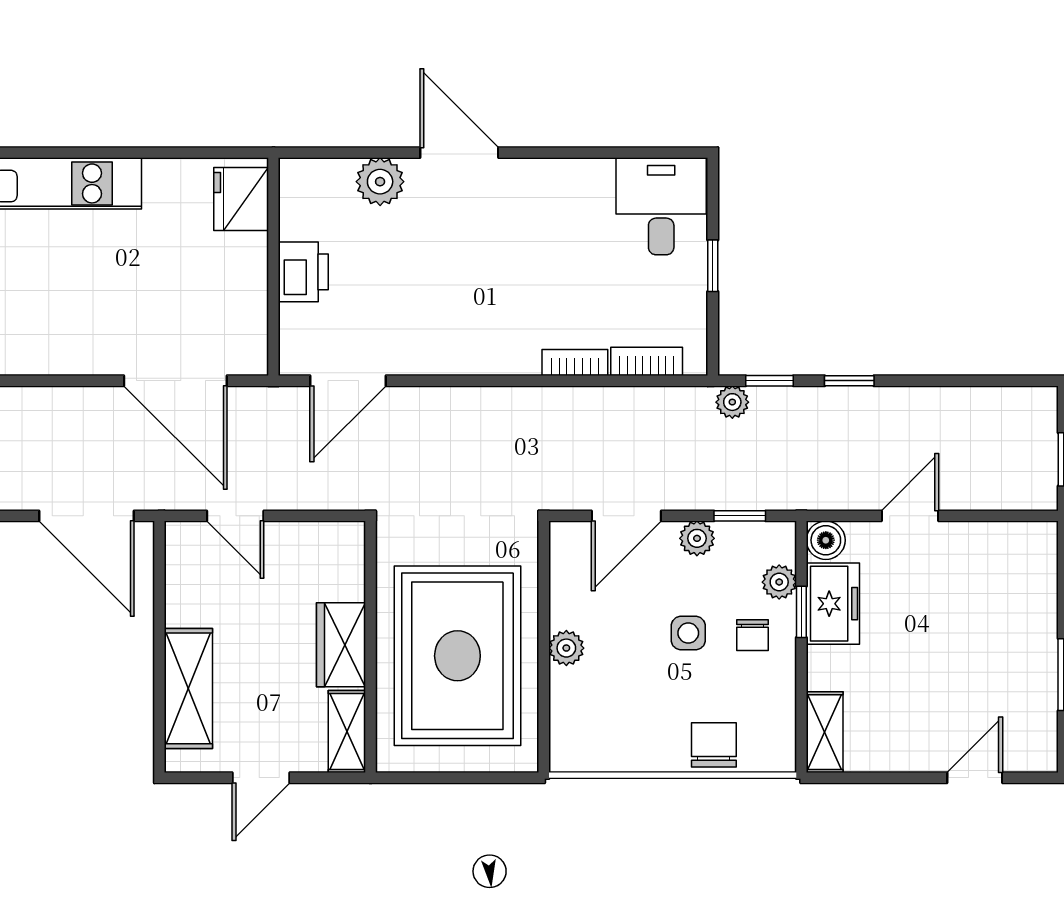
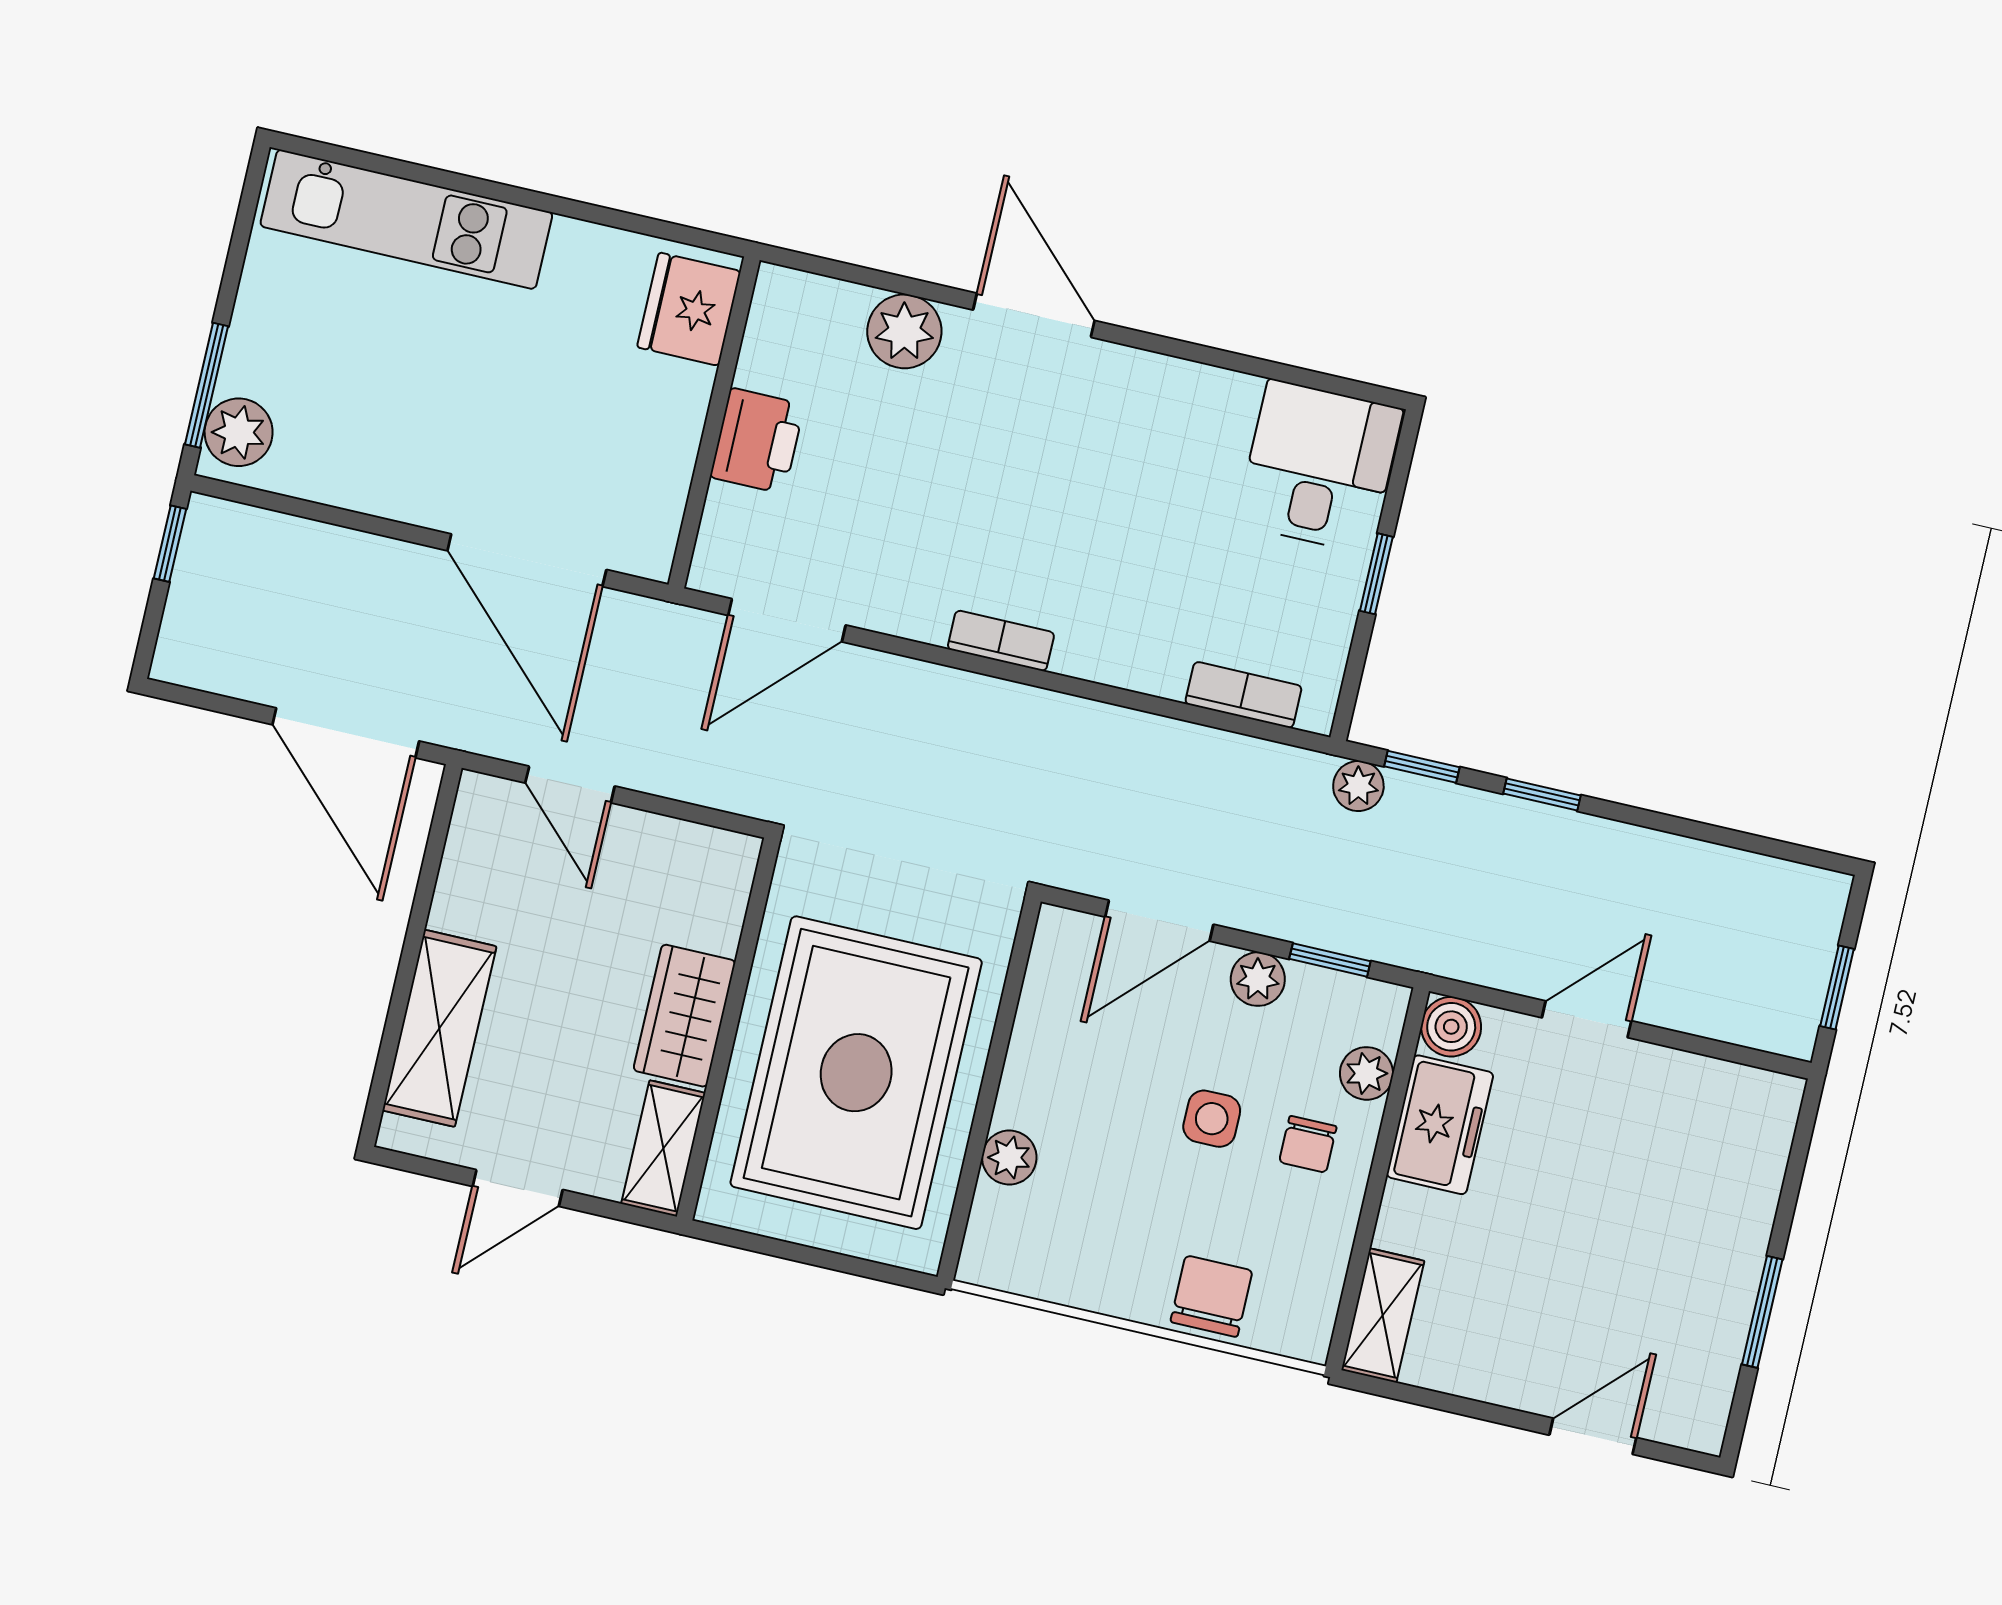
bookcase: (575, 363) -> (1001, 641), moved
window: (801, 612) -> (1390, 1126), removed
plant: (566, 648) -> (1009, 1158), moved

